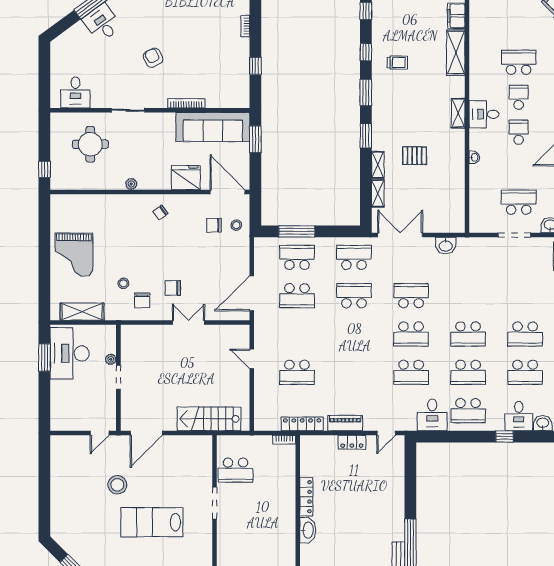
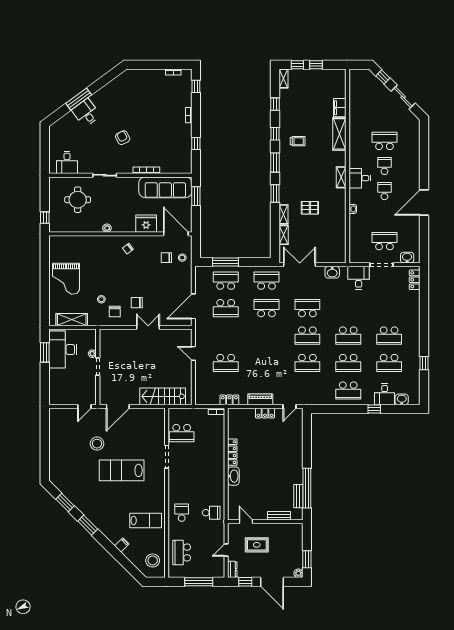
desk: (432, 415) -> (359, 278), moved, turned 180
locker: (302, 424) -> (229, 400), width x0.66

